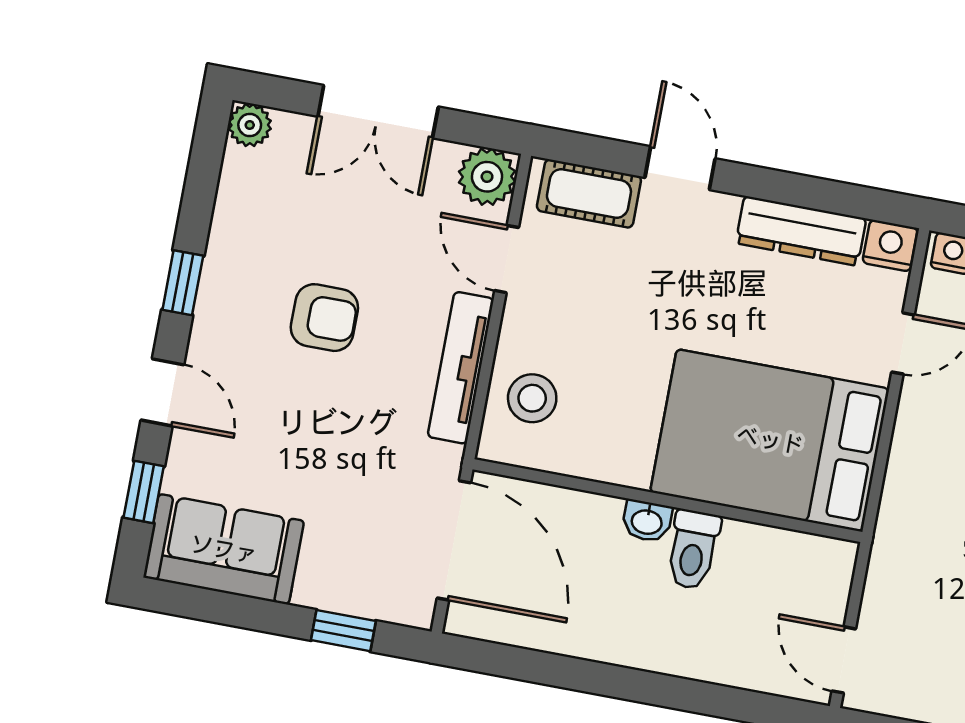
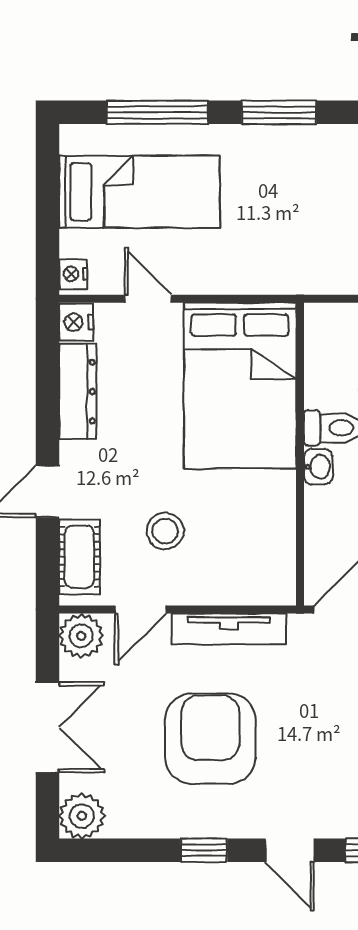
plant: (250, 125) -> (82, 816), width x1.38, depth x1.38
armchair: (324, 318) -> (210, 739), width x1.88, depth x1.88
door: (162, 392) -> (290, 850), swing flipped
stool: (532, 398) -> (165, 531), moved

